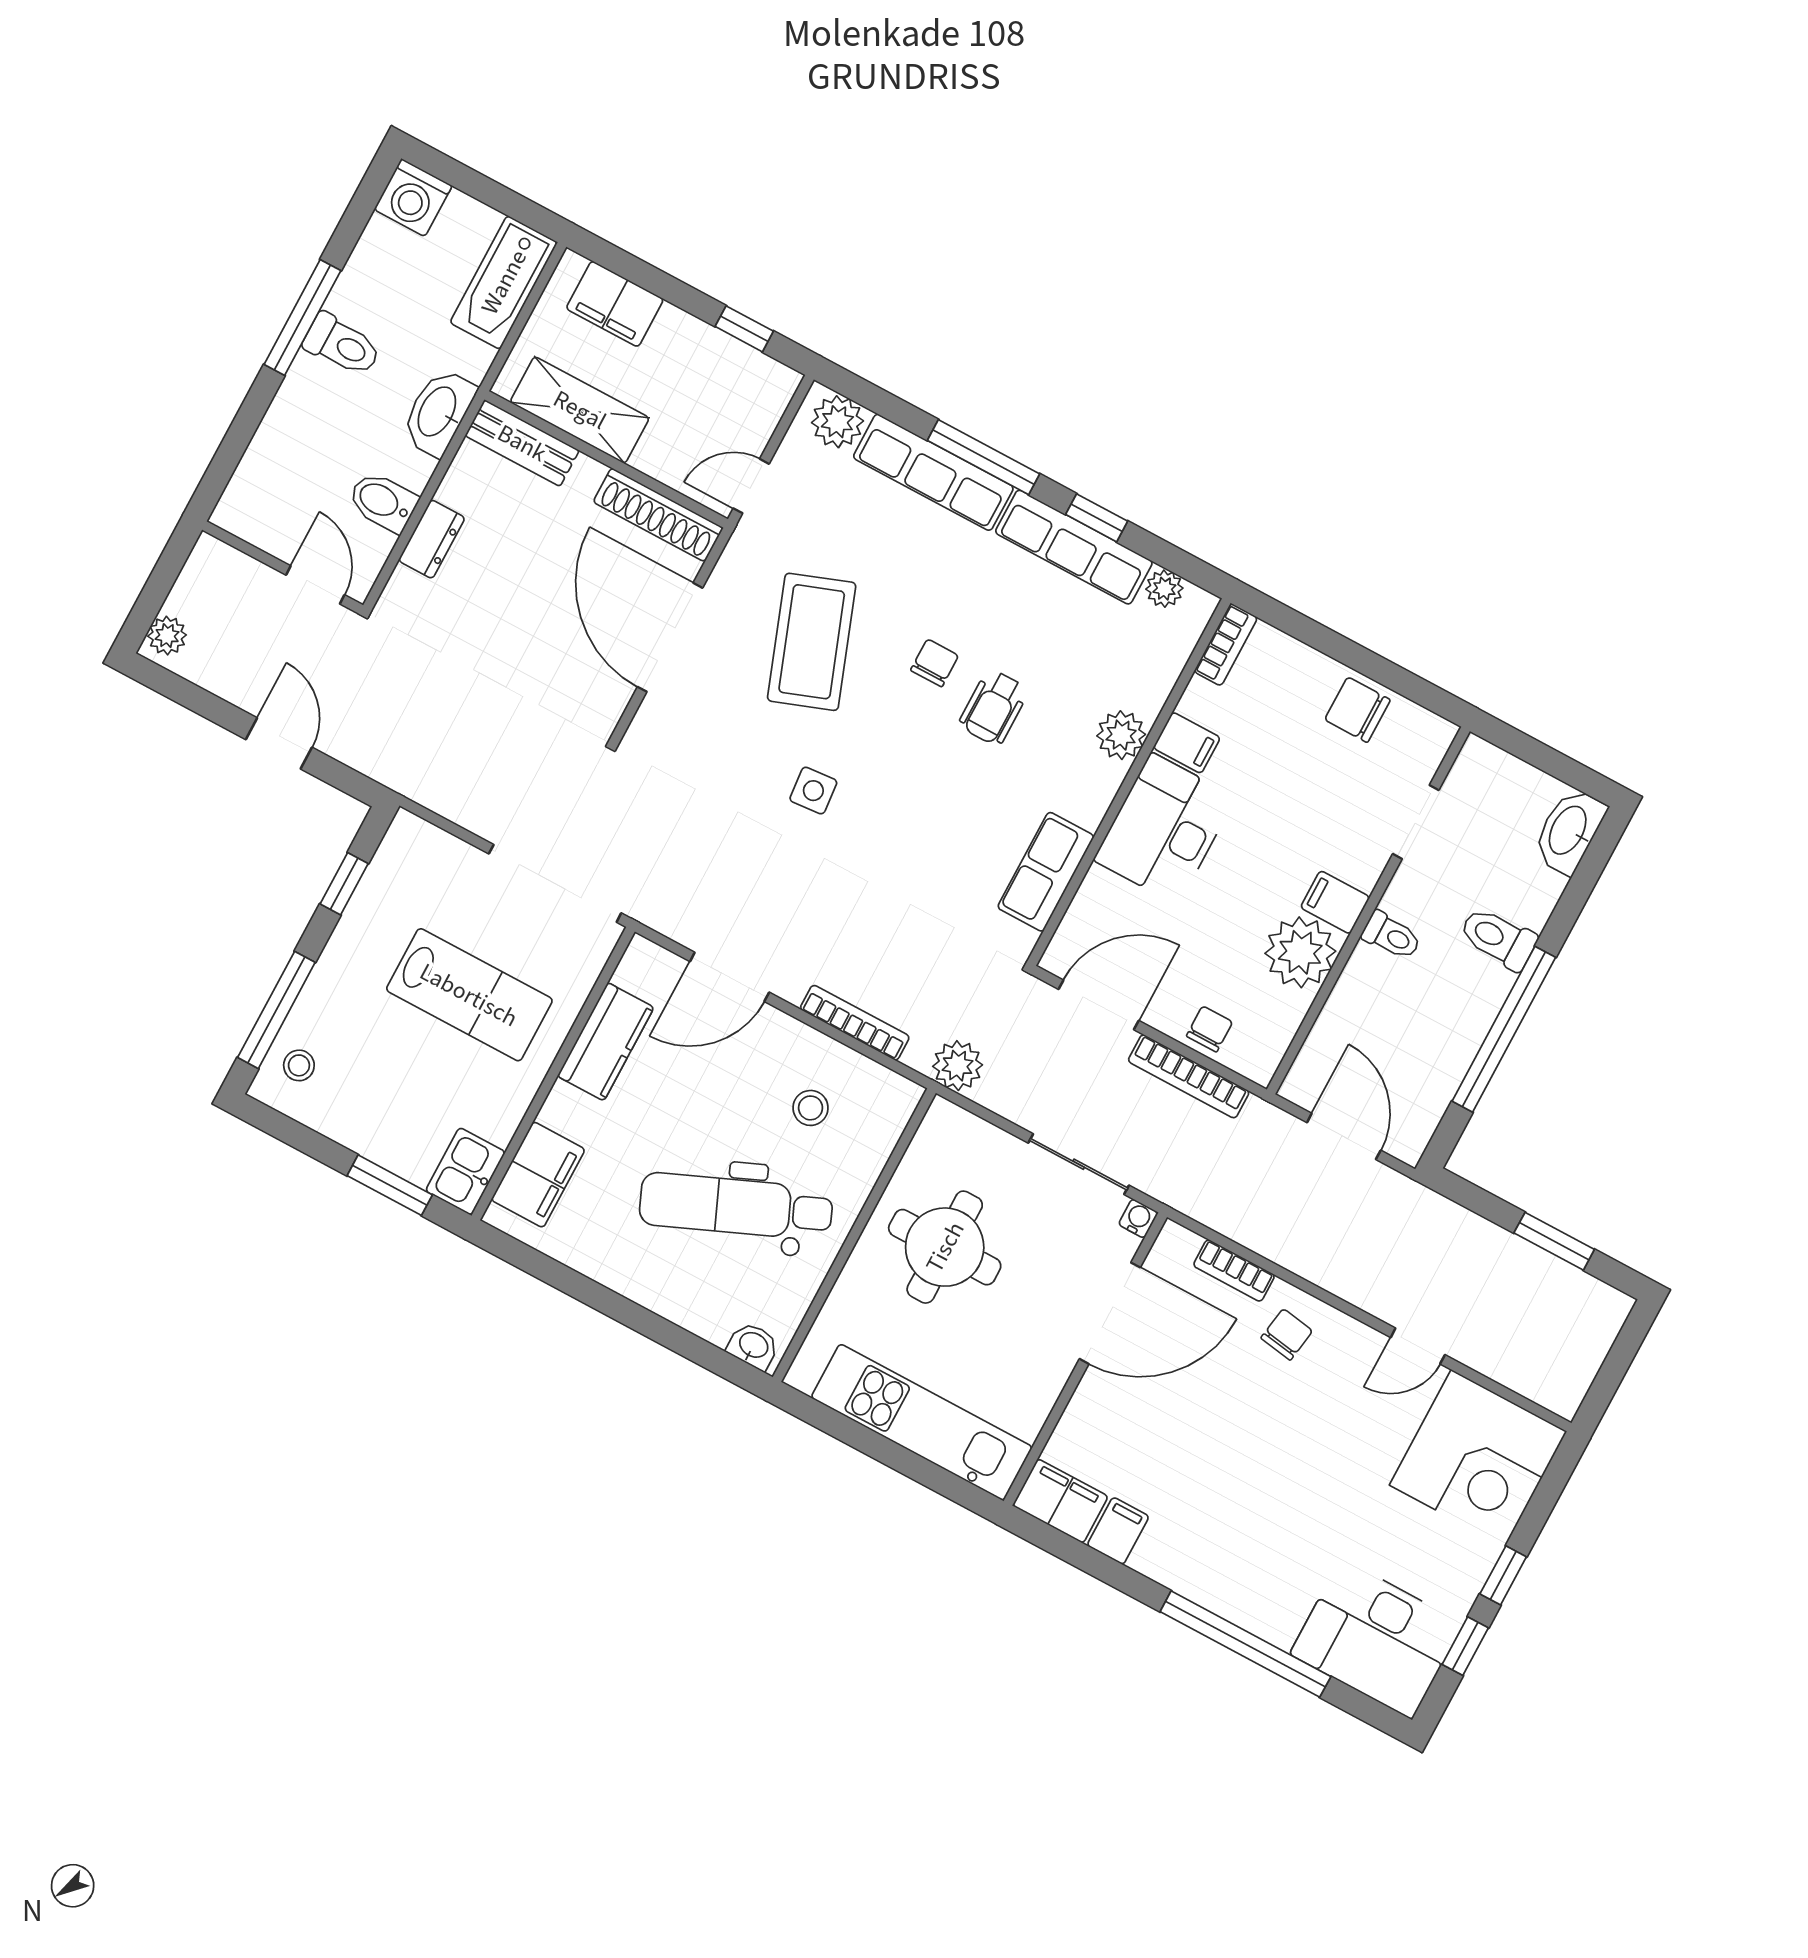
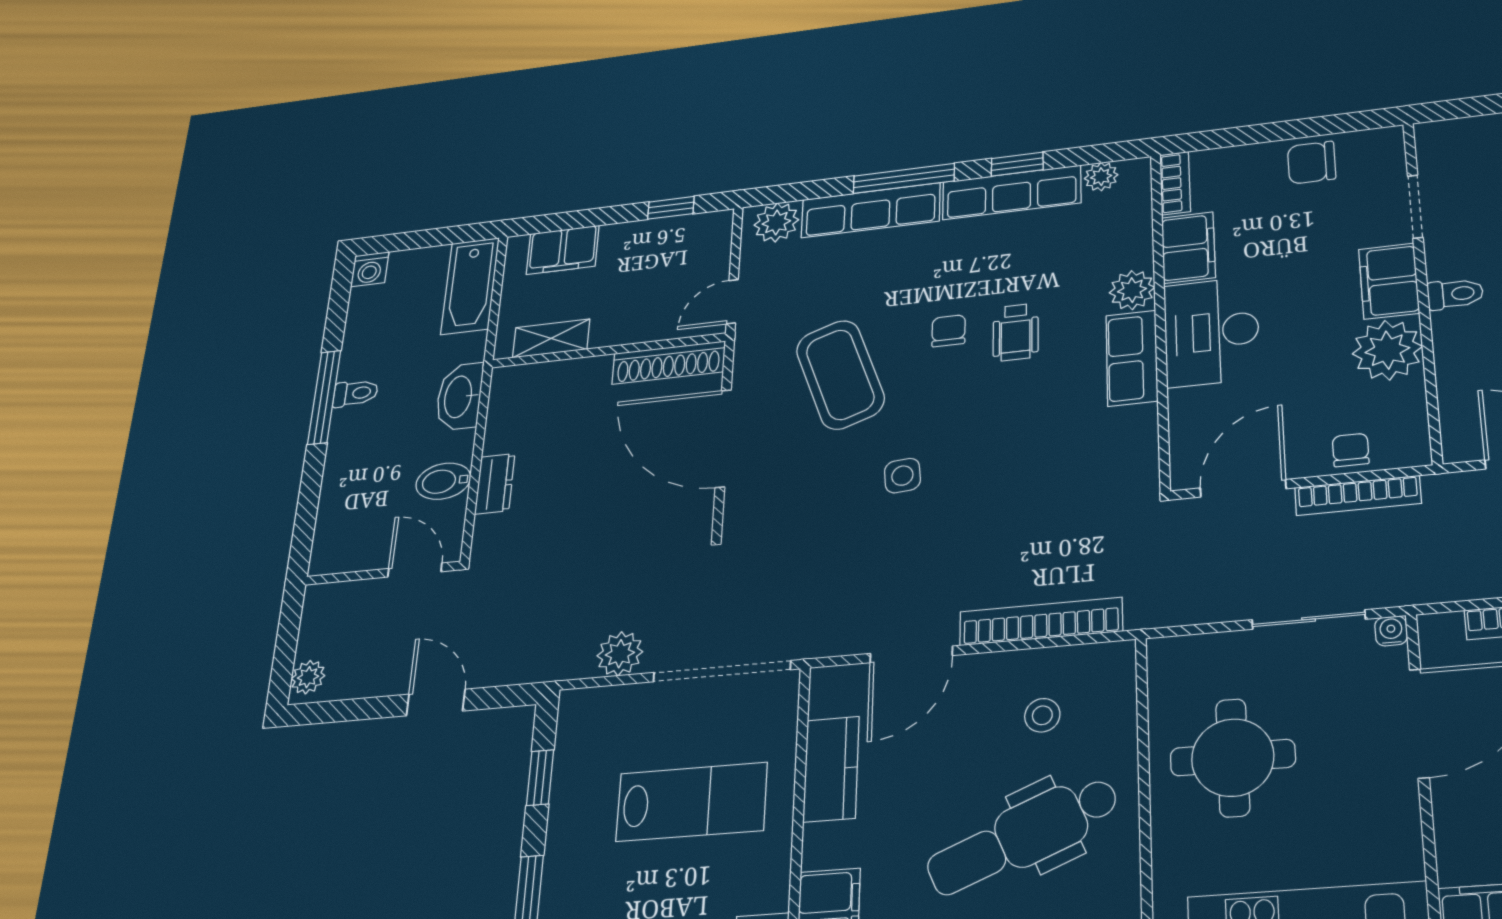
washing machine: (413, 198) -> (370, 269), width x0.73, depth x0.73
toilet: (342, 345) -> (355, 393), width x0.73, depth x0.72
shelving: (580, 410) -> (551, 338), width x0.67, depth x0.75
bench: (522, 443) -> (536, 378), removed
filing cabinet: (1187, 743) -> (1188, 248), width x2.00
row of seats: (1046, 872) -> (1132, 358), moved
filing cabinet: (1335, 902) -> (1389, 281), width x2.00
bookcase: (855, 1023) -> (1041, 622), width x1.48, depth x1.31
plant: (958, 1066) -> (620, 654), moved

